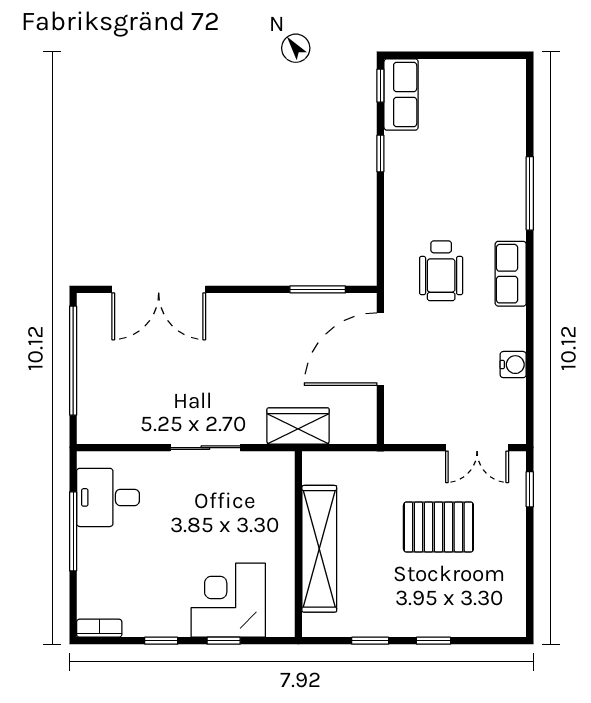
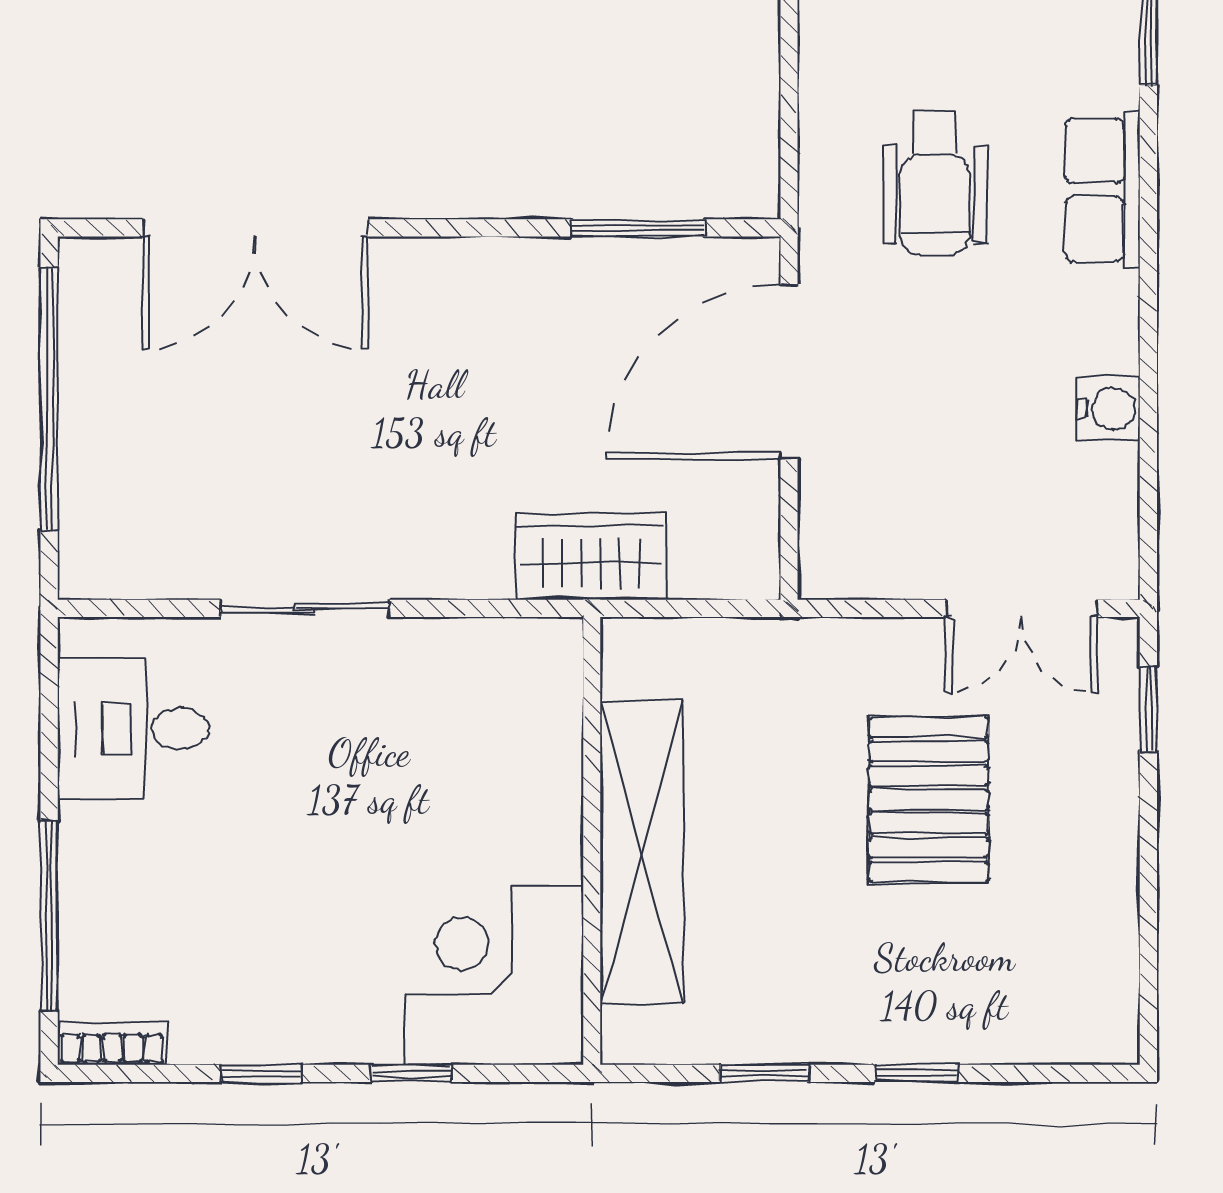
sliding door: (205, 448) -> (305, 608), moved
pallet: (438, 527) -> (929, 800), turned 90
window: (73, 531) -> (49, 916), moved
corner desk: (228, 600) -> (494, 976), moved

